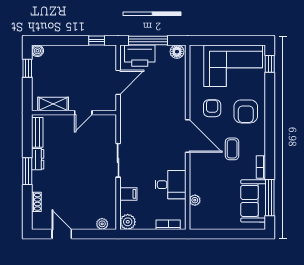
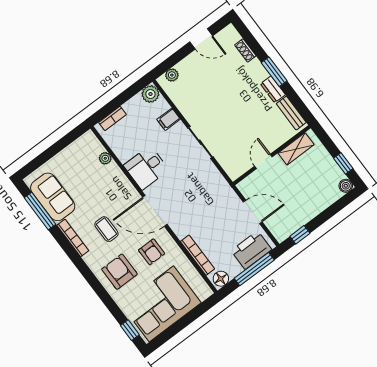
bookcase: (181, 81) -> (198, 255), added
door: (118, 82) -> (253, 212), swing flipped
bookcase: (261, 167) -> (73, 238), width x1.56
desk: (170, 185) -> (146, 168), moved

